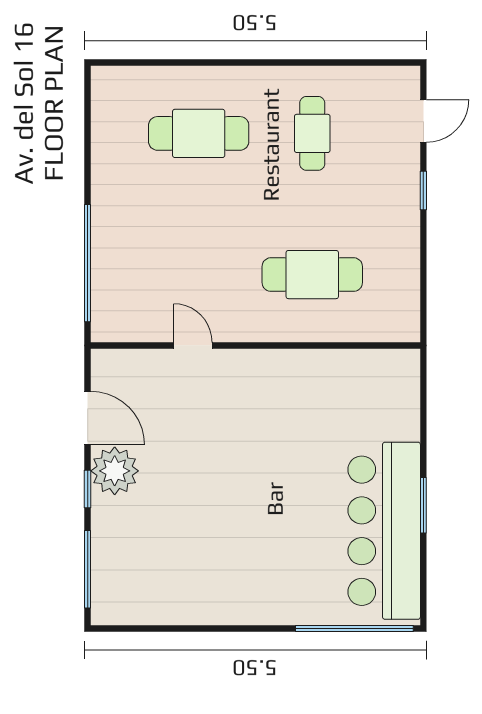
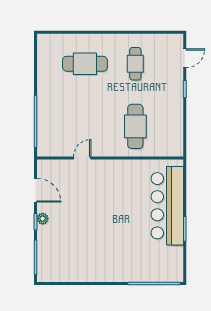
cafe table: (312, 275) -> (135, 126), turned 90
door: (193, 345) -> (82, 158), hinge flipped
plant: (115, 471) -> (43, 219), width x0.53, depth x0.53
bar counter: (384, 531) -> (167, 206), moved

